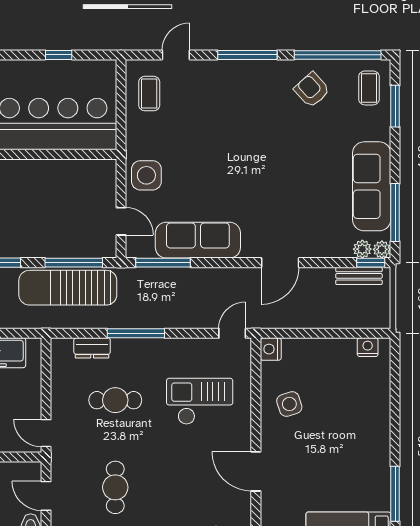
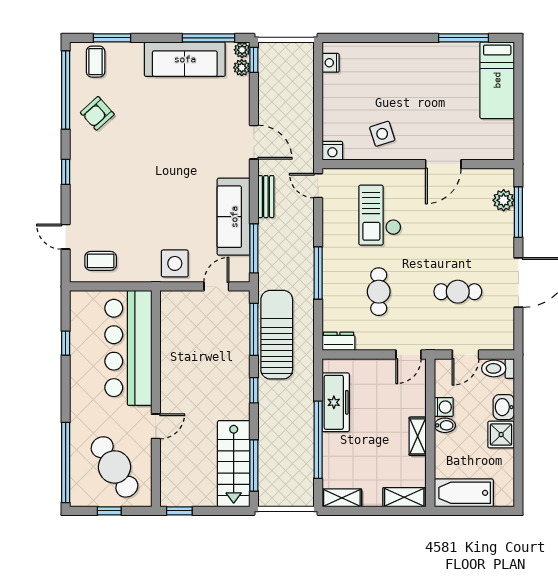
window: (247, 55) -> (66, 172), width x0.46
coffee table: (369, 88) -> (96, 62), turned 90
bench: (359, 276) -> (266, 197), moved
sun lounger: (68, 288) -> (277, 335), turned 180
dresser: (92, 348) -> (338, 341), moved, turned -90

